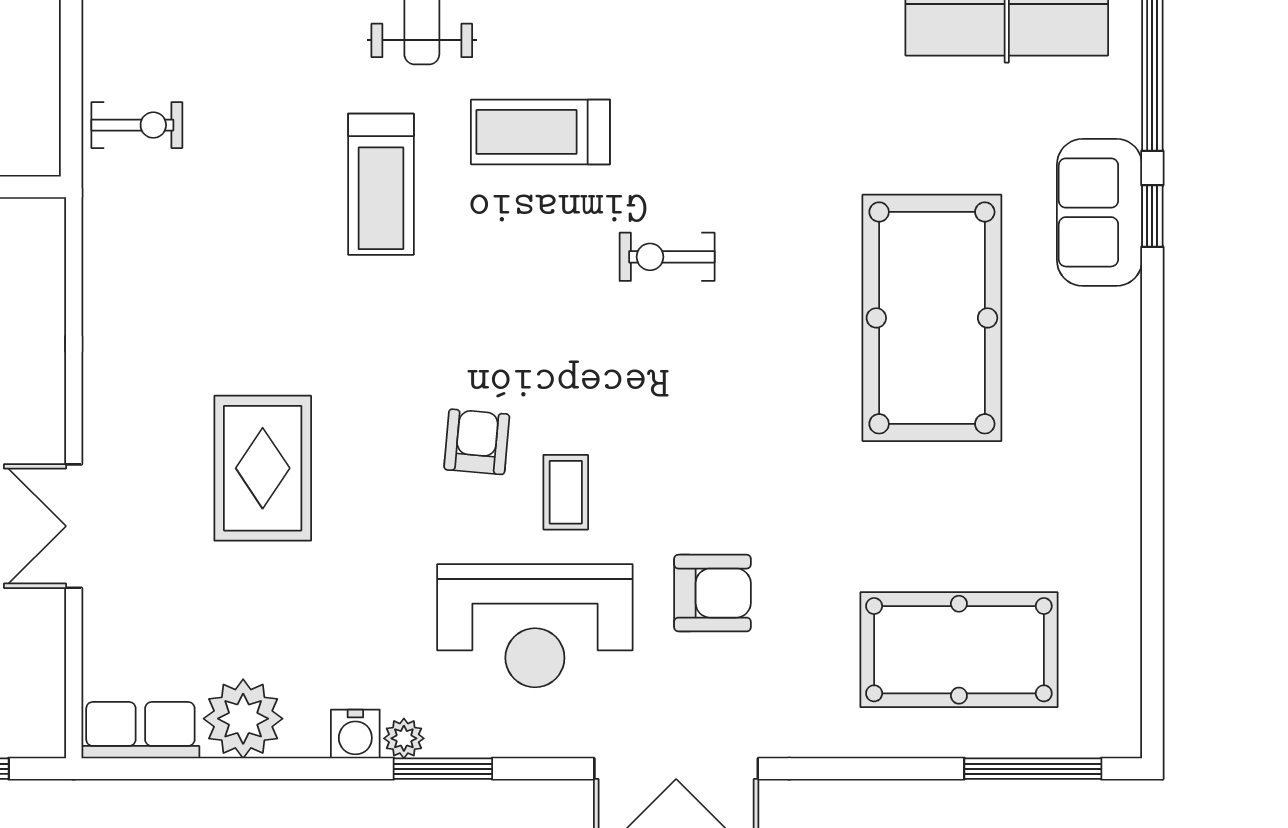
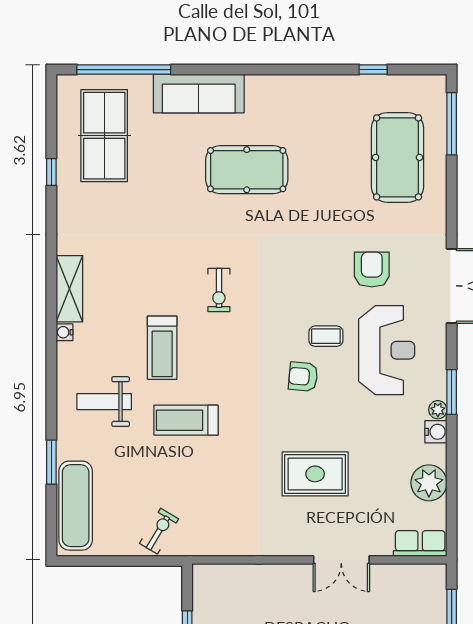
exercise bike: (137, 125) -> (159, 531), turned 31
treadmill: (381, 184) -> (186, 420), turned 180
sofa: (1100, 212) -> (199, 94), width x1.36
window: (1152, 216) -> (373, 70), moved
pool table: (932, 318) -> (247, 170), width x0.73, depth x0.76
row of seats: (140, 730) -> (420, 543), moved, turned 90

